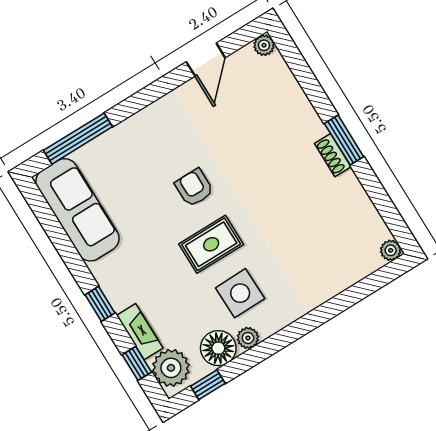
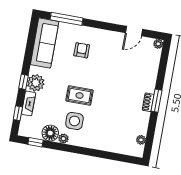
armchair: (194, 188) -> (82, 50), moved
plant: (391, 250) -> (141, 140), moved
plant: (171, 368) -> (36, 83), moved

